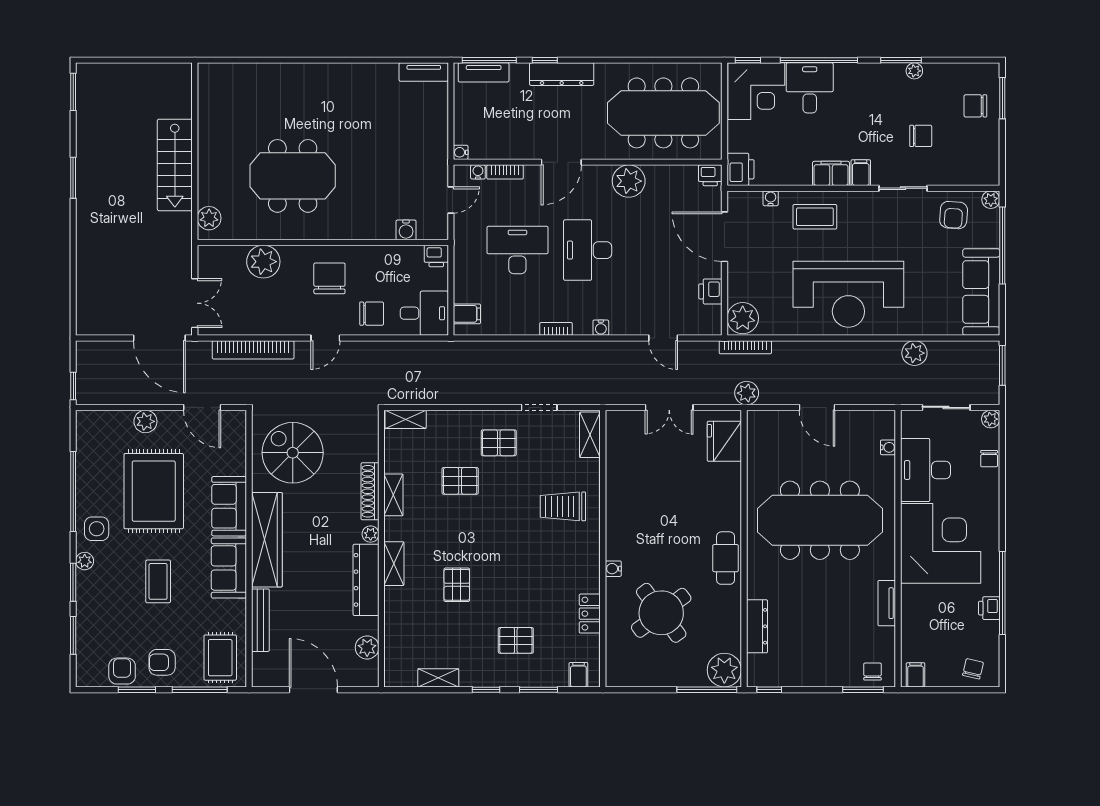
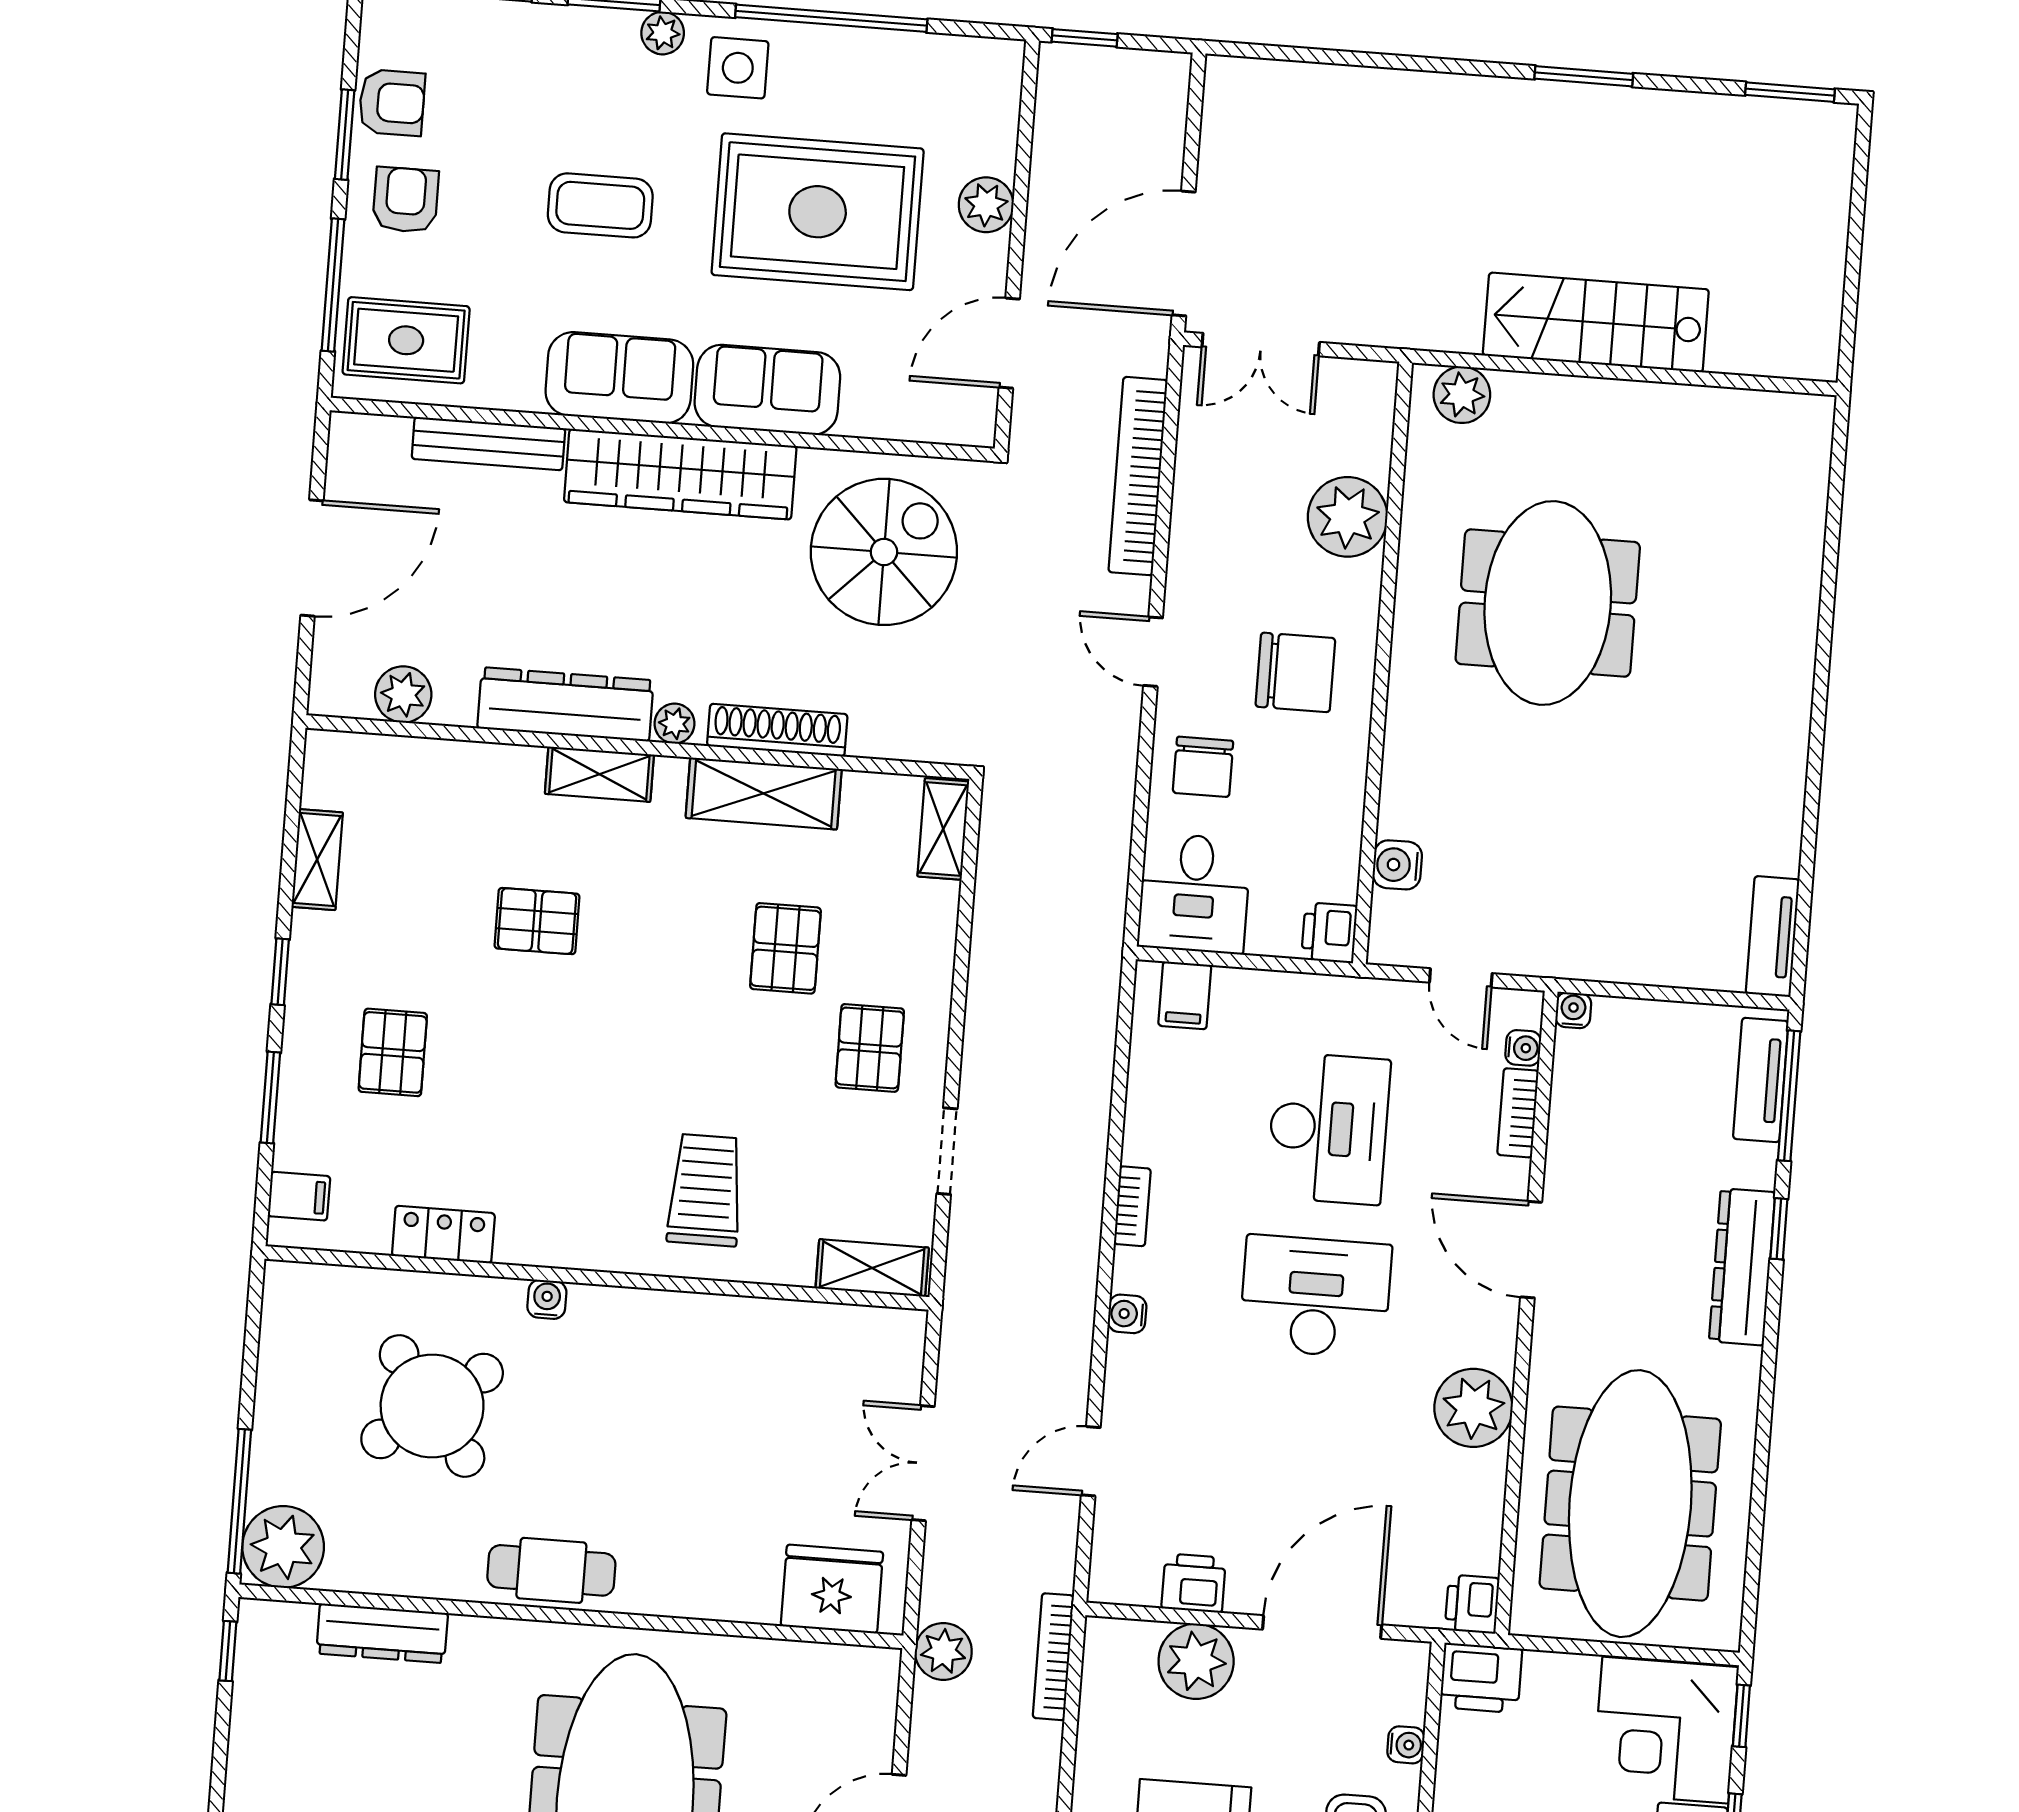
plant: (743, 318) -> (1196, 1661), moved
shelving: (393, 495) -> (764, 793), width x1.50, depth x1.33

